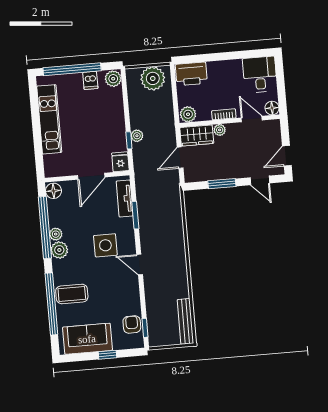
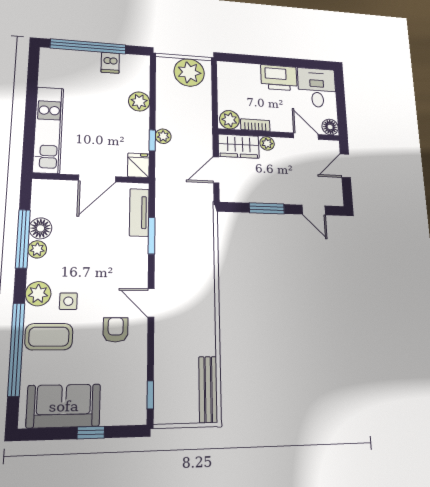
printer: (191, 74) -> (279, 78), moved
plant: (113, 79) -> (139, 102), moved
bookcase: (224, 114) -> (255, 125), moved
kitchen unit: (49, 119) -> (48, 130), moved
door: (287, 156) -> (345, 166), moved
floor lamp: (53, 191) -> (40, 228), moved
window: (45, 228) -> (23, 239), width x0.68
side table: (105, 245) -> (68, 301), moved, width x0.54, depth x0.54
plant: (59, 250) -> (38, 294), moved
armchair: (132, 324) -> (116, 330), moved

